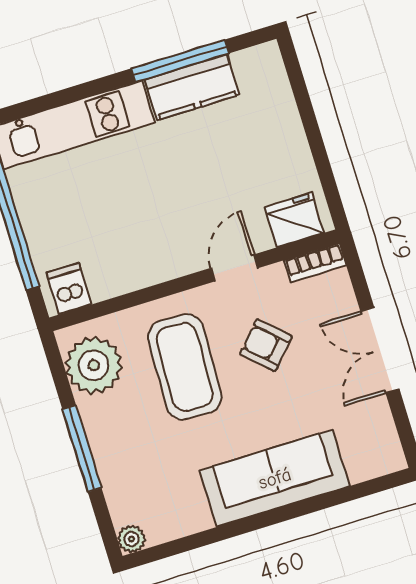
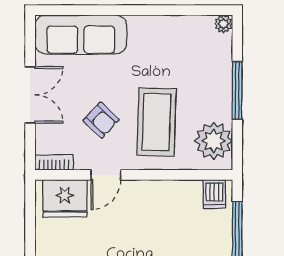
fridge: (294, 220) -> (65, 198), width x1.36, depth x1.34
sofa: (275, 478) -> (81, 34), moved

